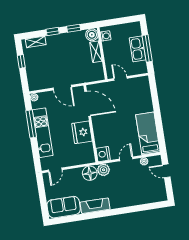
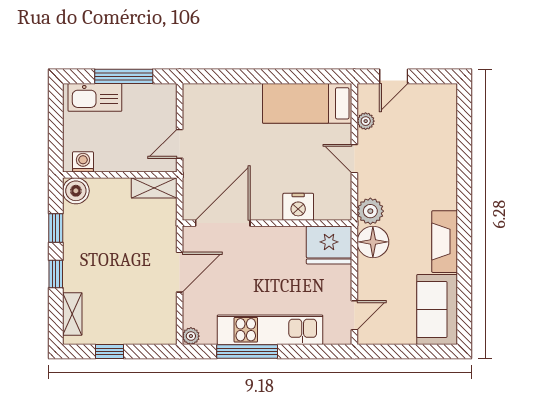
kitchen sink: (137, 49) -> (95, 97), moved
shelving: (96, 52) -> (154, 188), moved
fridge: (82, 132) -> (329, 245), moved
nightstand: (103, 154) -> (298, 207), moved
door: (55, 170) -> (354, 315), hinge flipped

